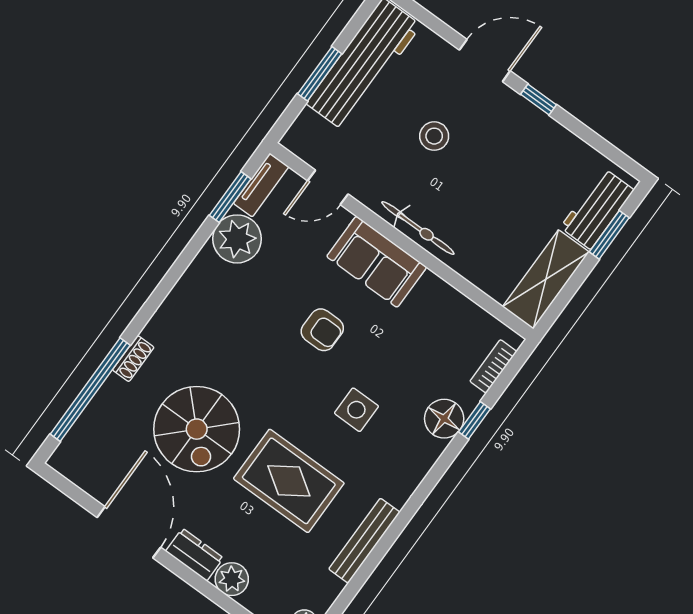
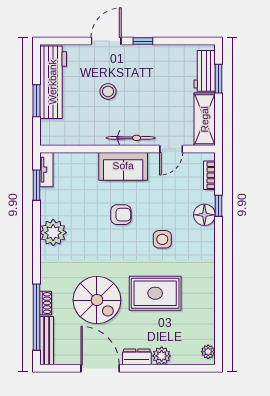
door: (328, 187) -> (171, 149), moved
plant: (237, 239) -> (53, 233), moved
shoe rack: (133, 359) -> (46, 303), moved
bench: (364, 541) -> (47, 341), moved

